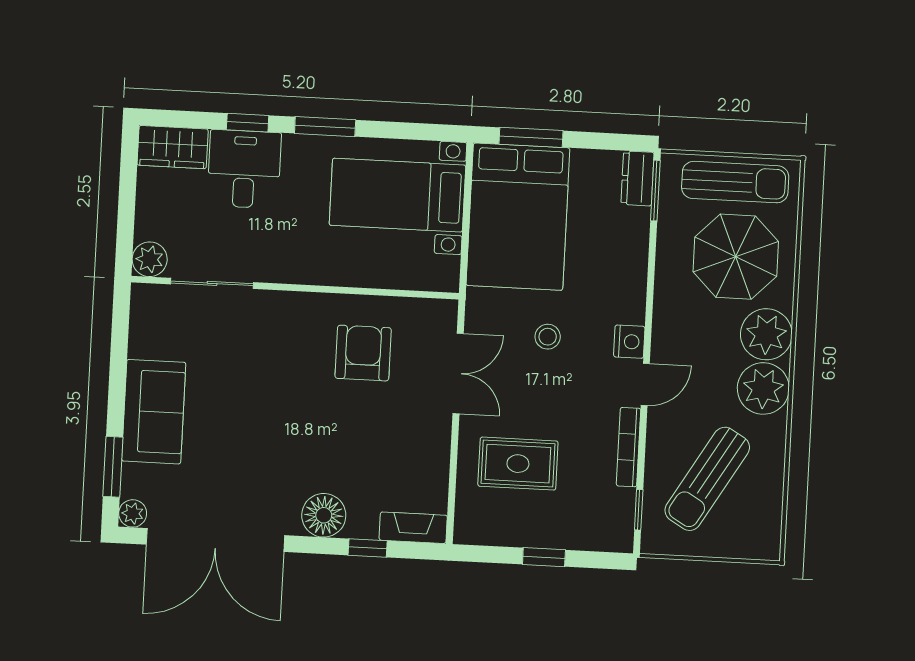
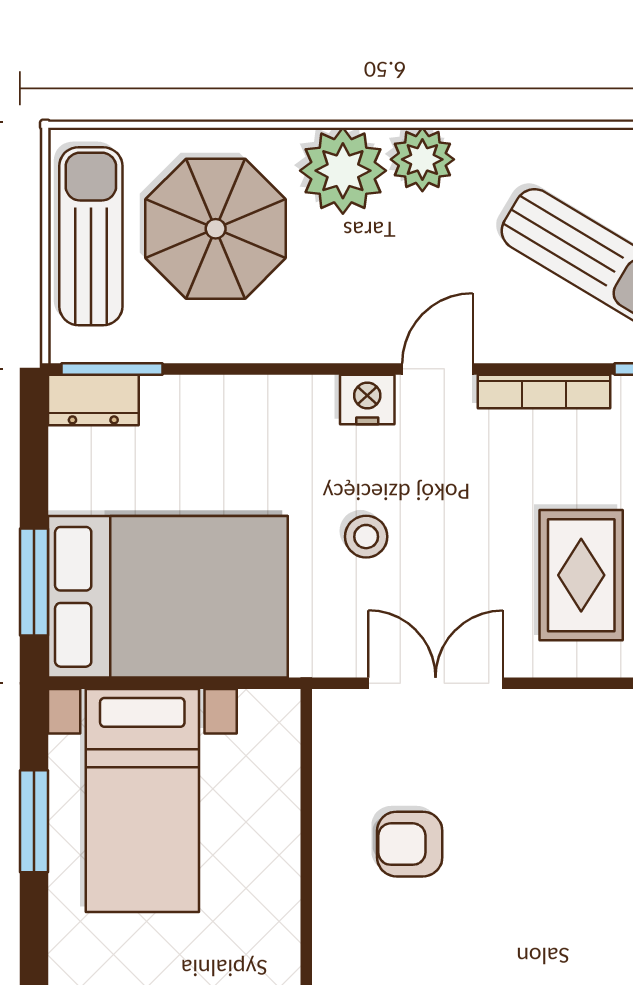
window: (325, 127) -> (34, 821), moved
armchair: (363, 353) -> (410, 844), width x0.72, depth x0.72
door: (645, 384) -> (438, 369), hinge flipped
plant: (763, 388) -> (422, 159), width x0.73, depth x0.73

